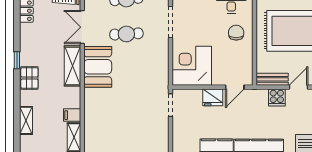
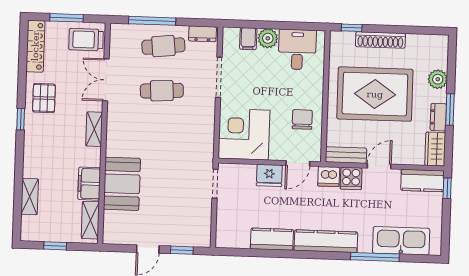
chair: (236, 33) -> (302, 119), moved
shelving: (73, 66) -> (94, 129), width x0.67, depth x0.75
booth: (98, 67) -> (122, 184), moved
pallet: (29, 78) -> (44, 98), moved
dishwasher: (259, 97) -> (329, 176), added
filing cabinet: (72, 115) -> (89, 184), width x2.00

